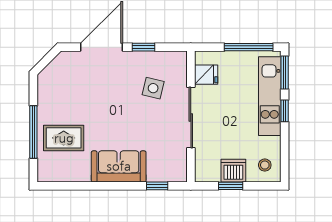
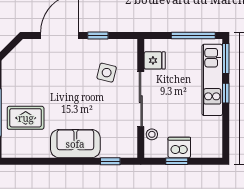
stool: (265, 165) -> (152, 134), moved

